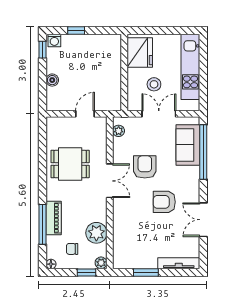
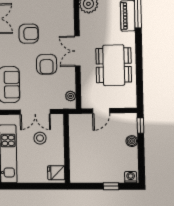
window: (42, 50) -> (140, 126), moved
fridge: (140, 52) -> (56, 173), width x0.53, depth x0.75
dining table: (70, 164) -> (114, 65), width x1.38

